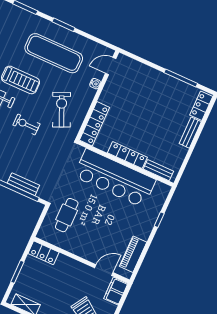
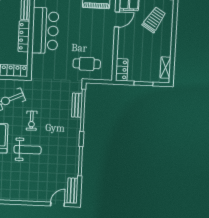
bar counter: (115, 178) -> (45, 31), width x0.73
door: (104, 270) -> (117, 19), swing flipped

